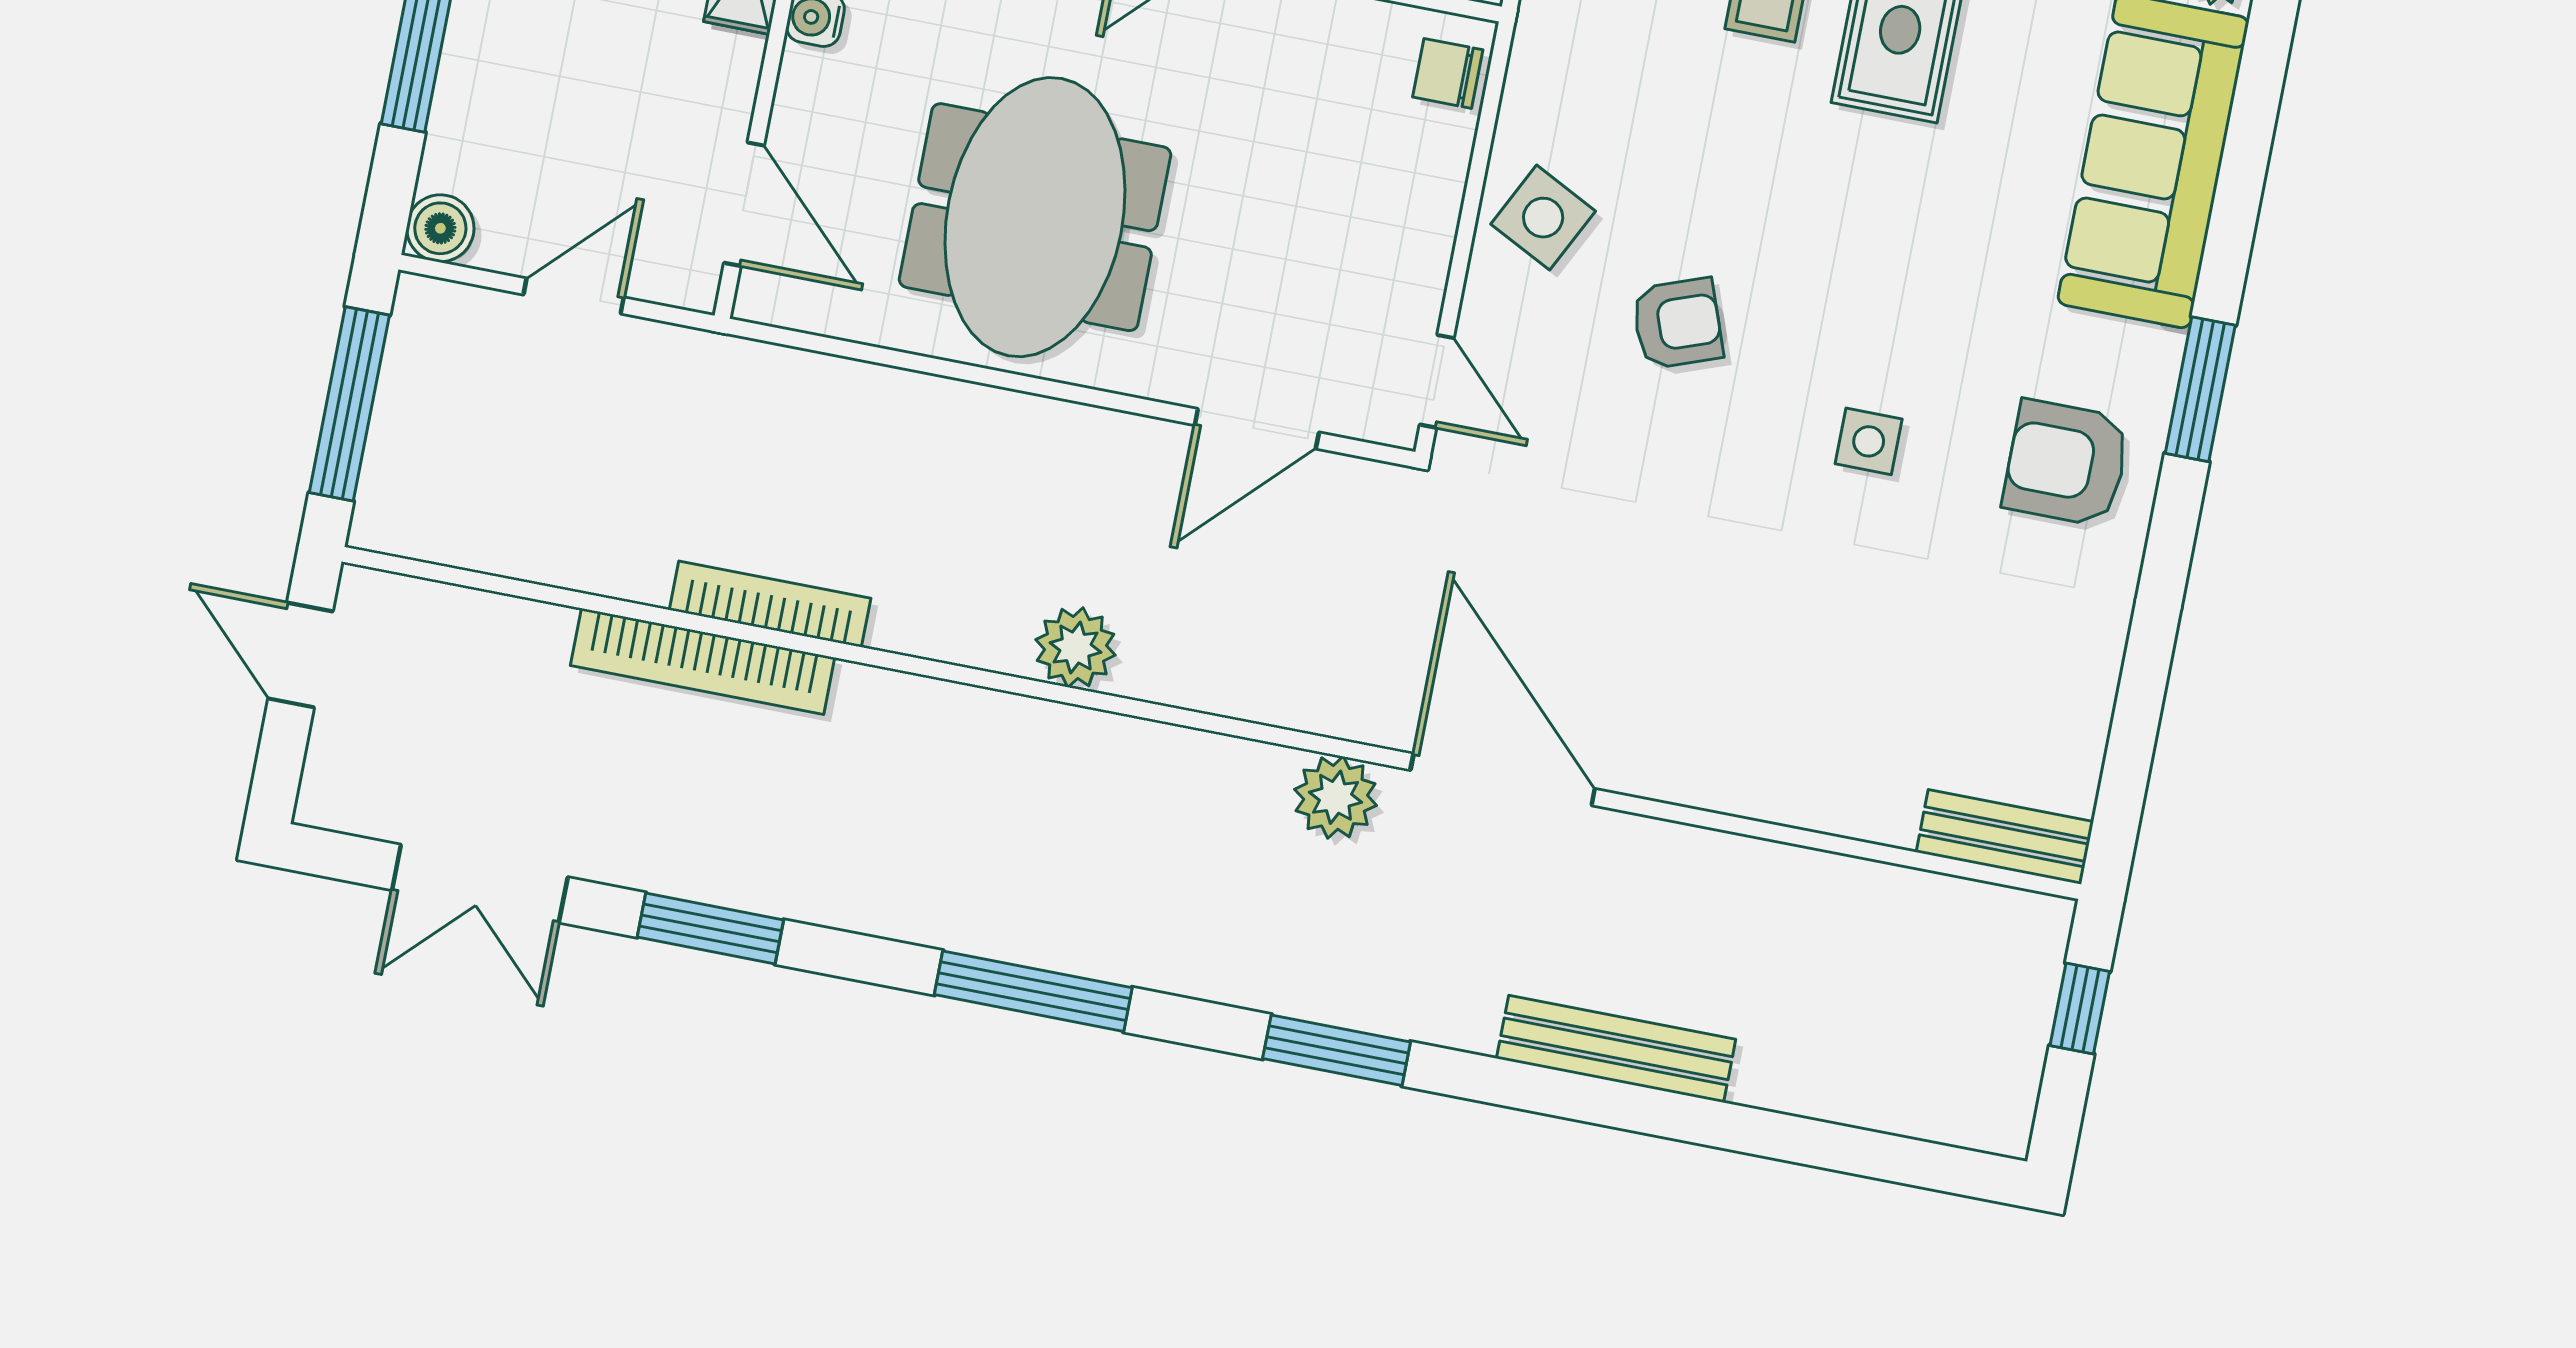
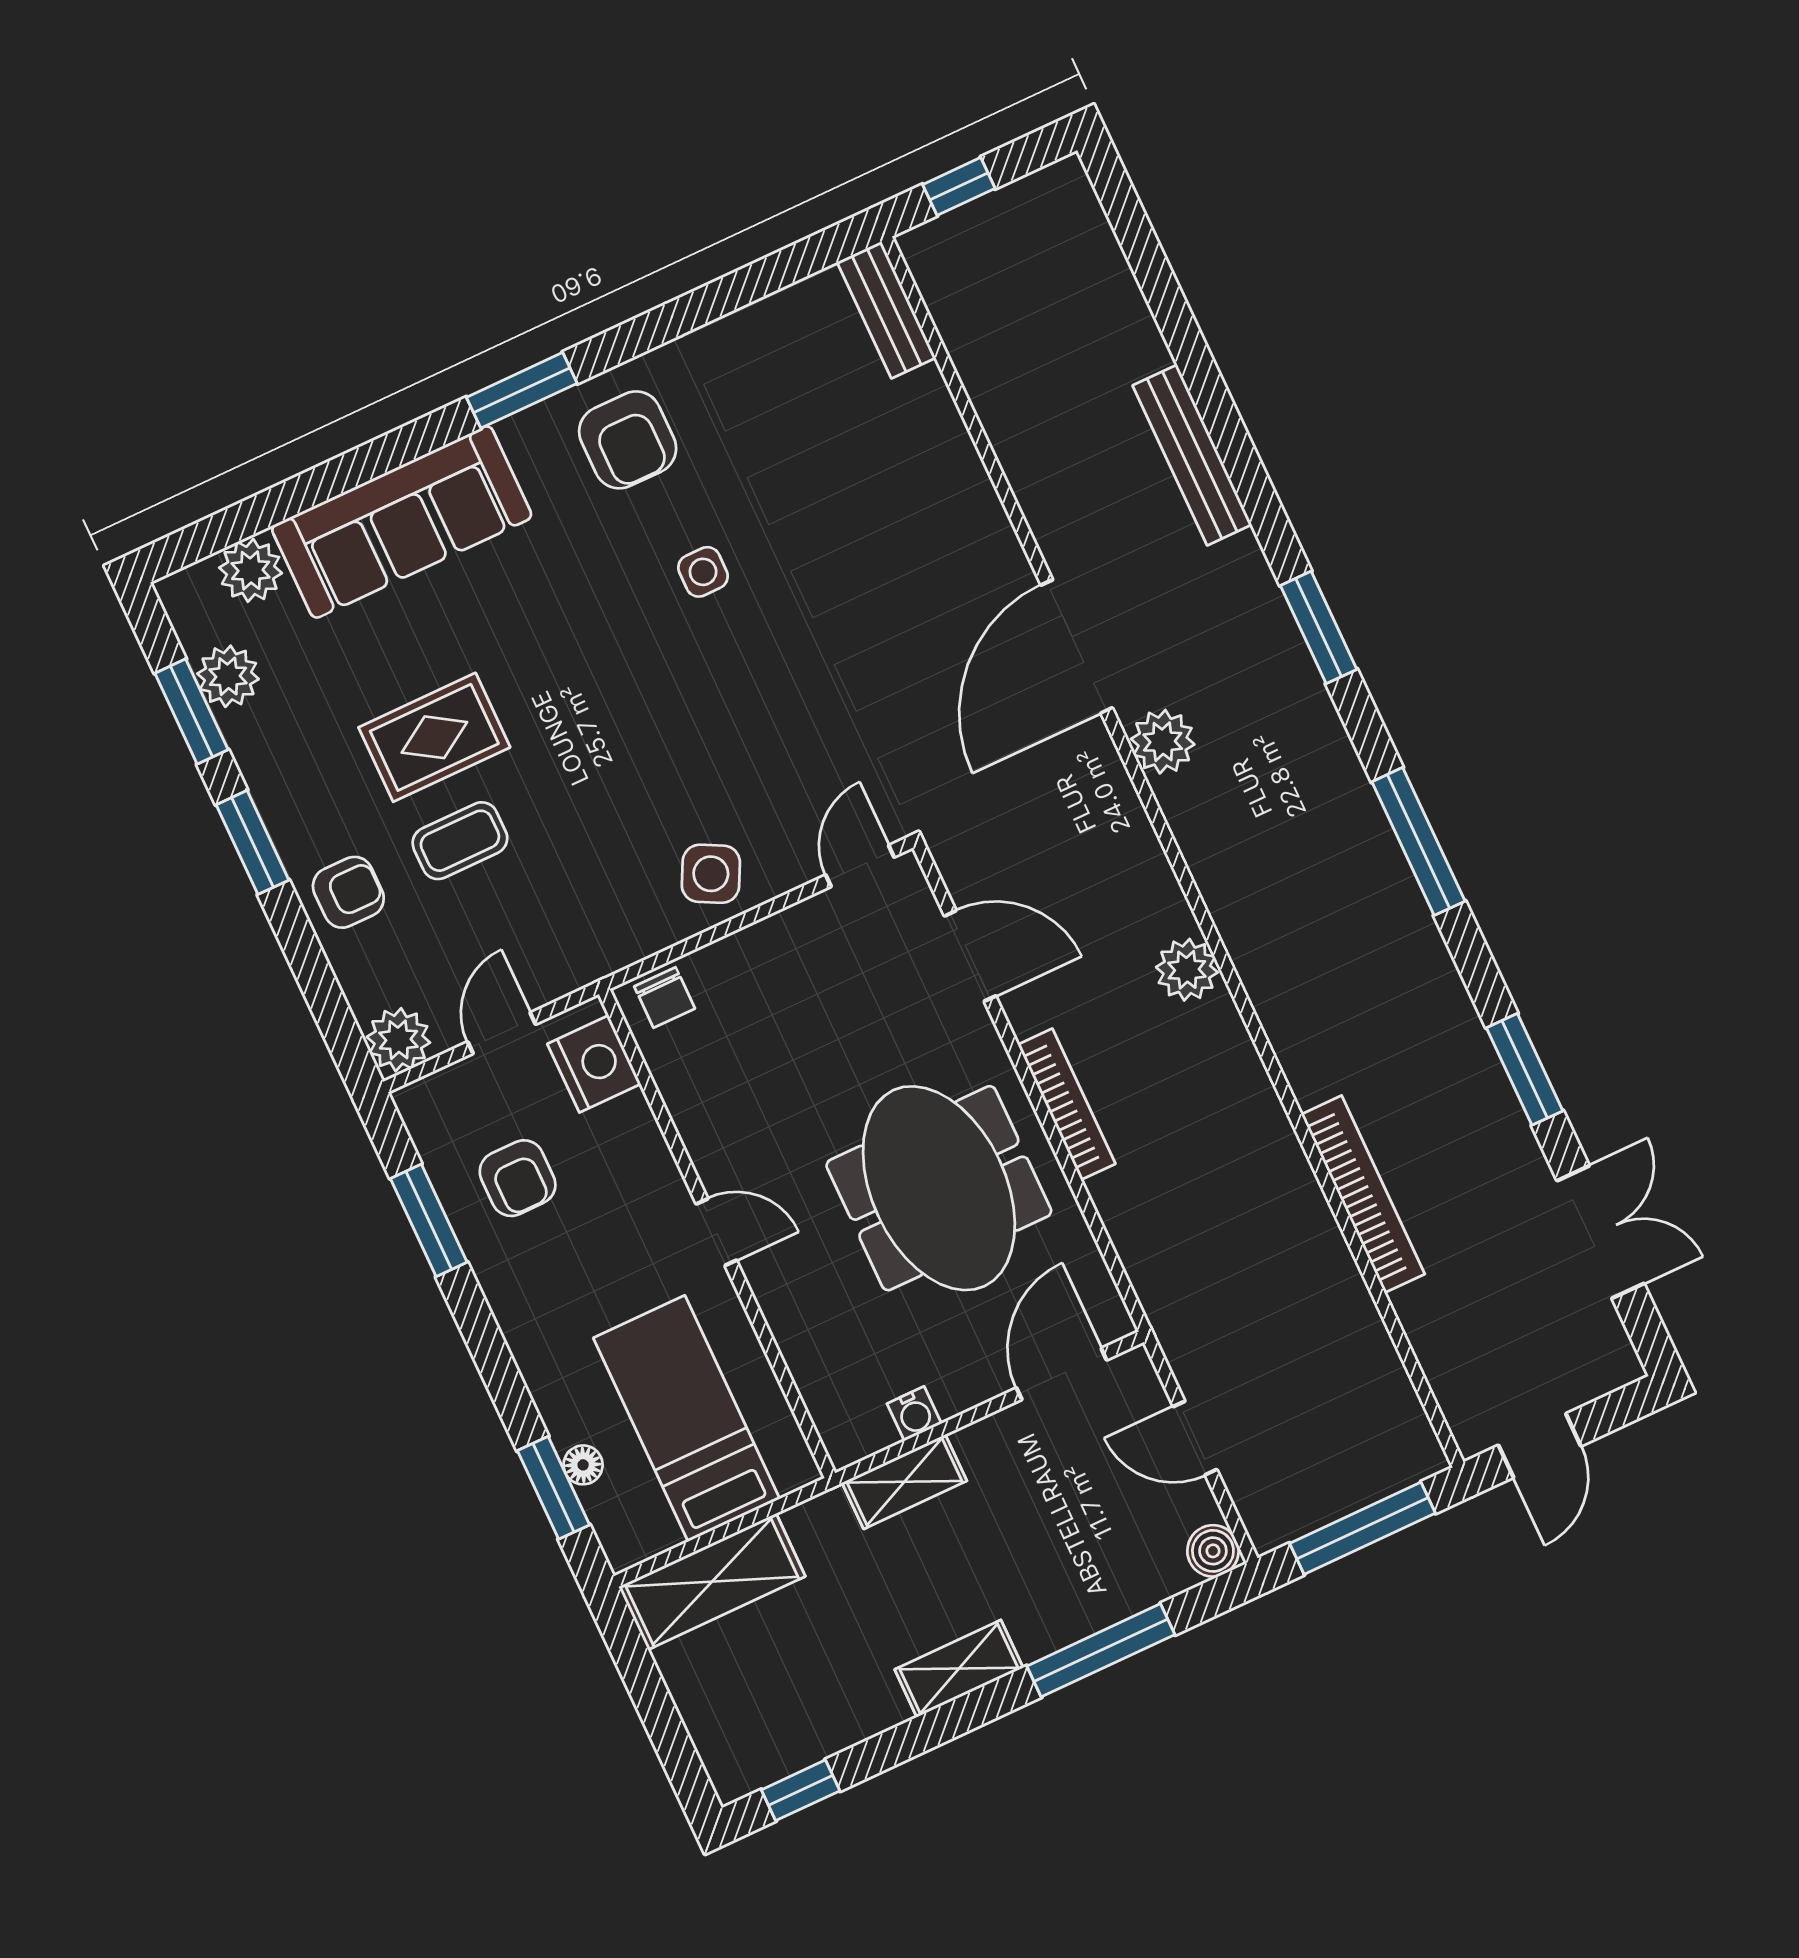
meeting table: (1035, 217) -> (939, 1188), turned 90
armchair: (1677, 323) -> (716, 743), removed
bookcase: (770, 604) -> (1067, 1104), moved, turned 180

